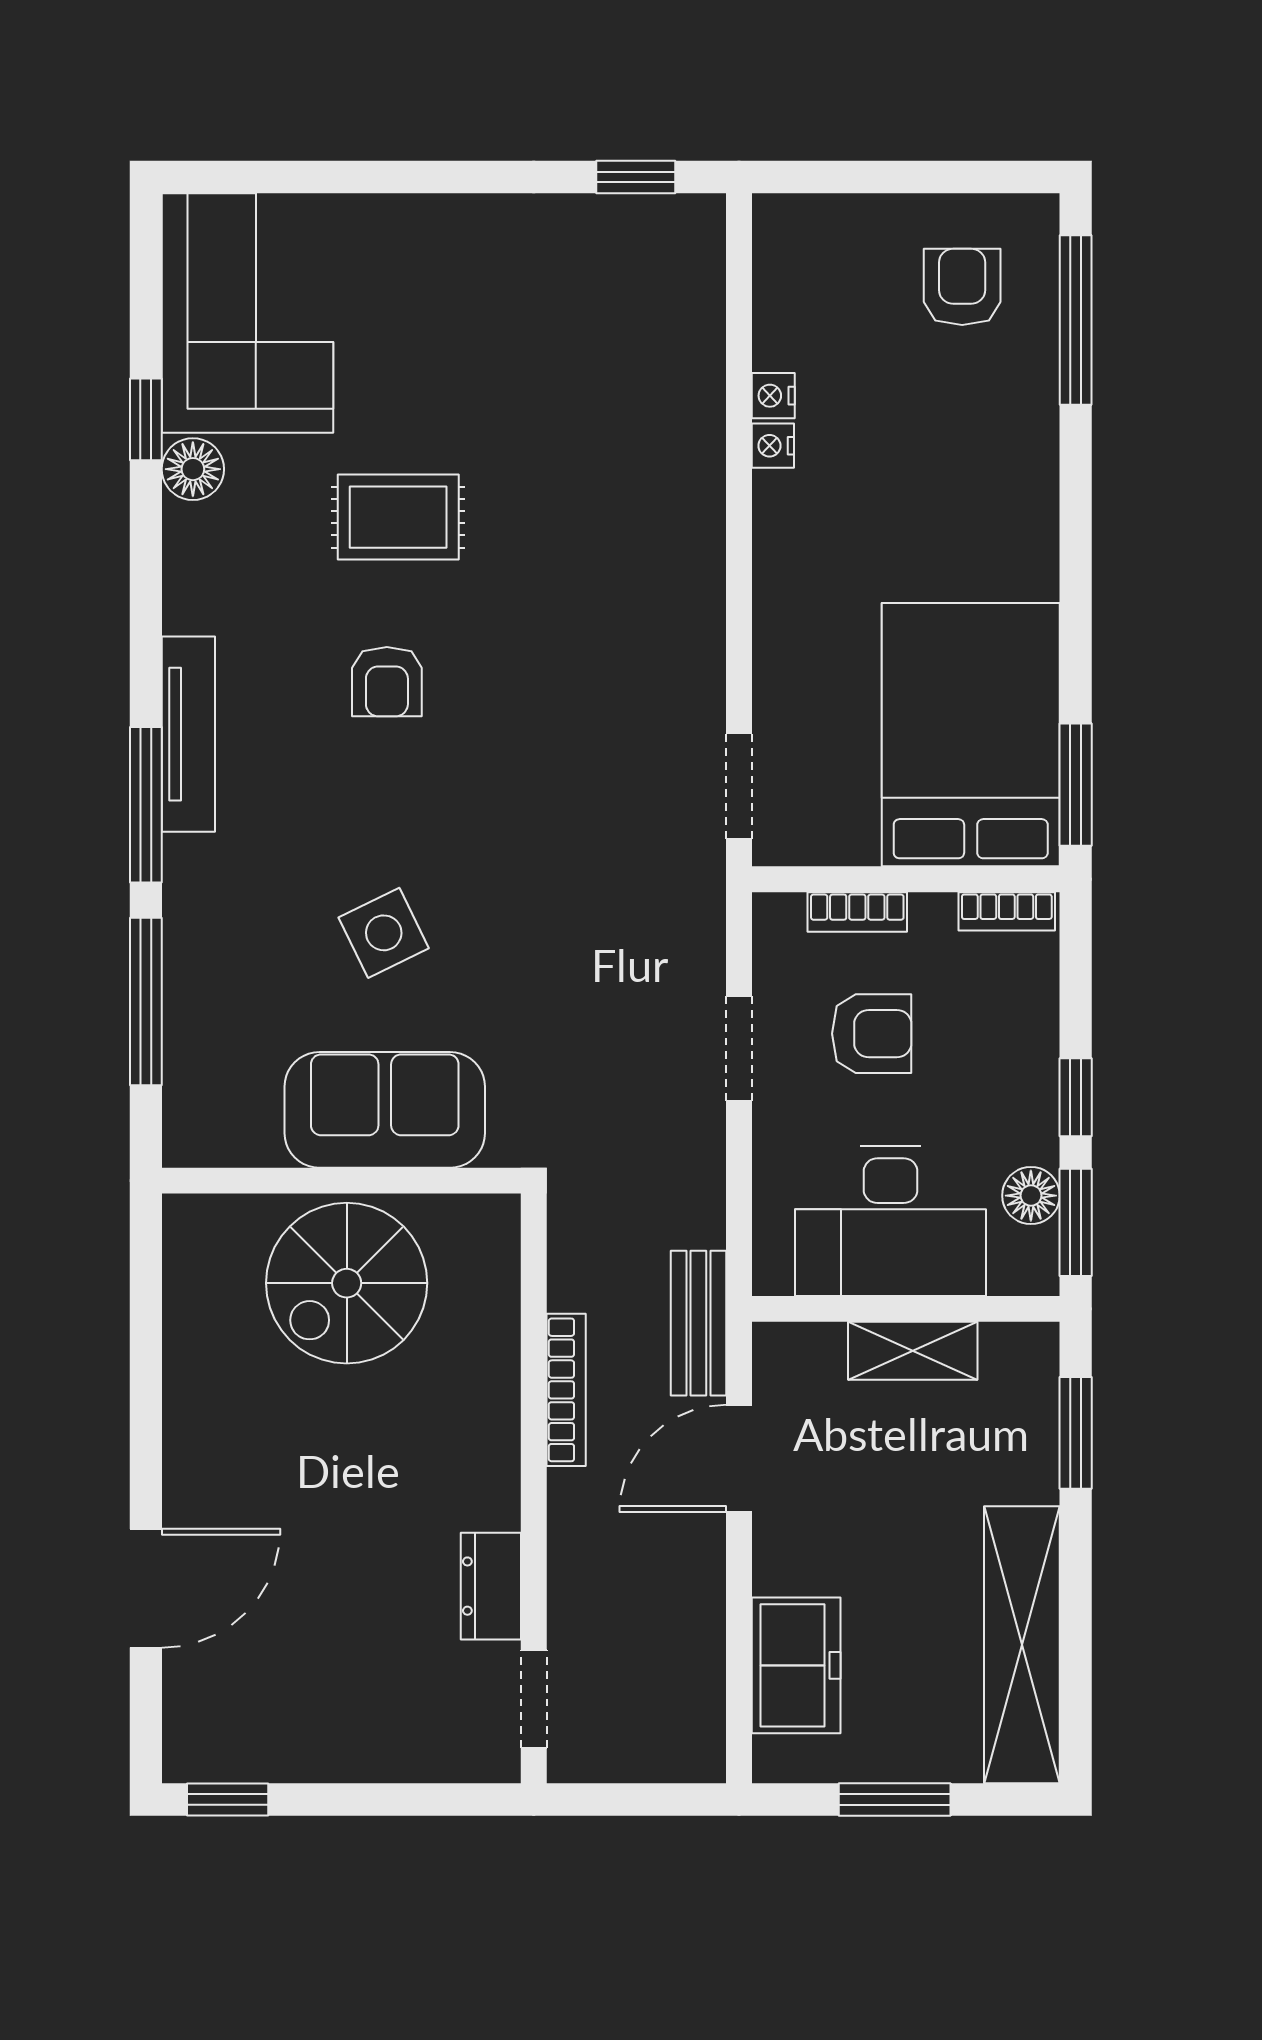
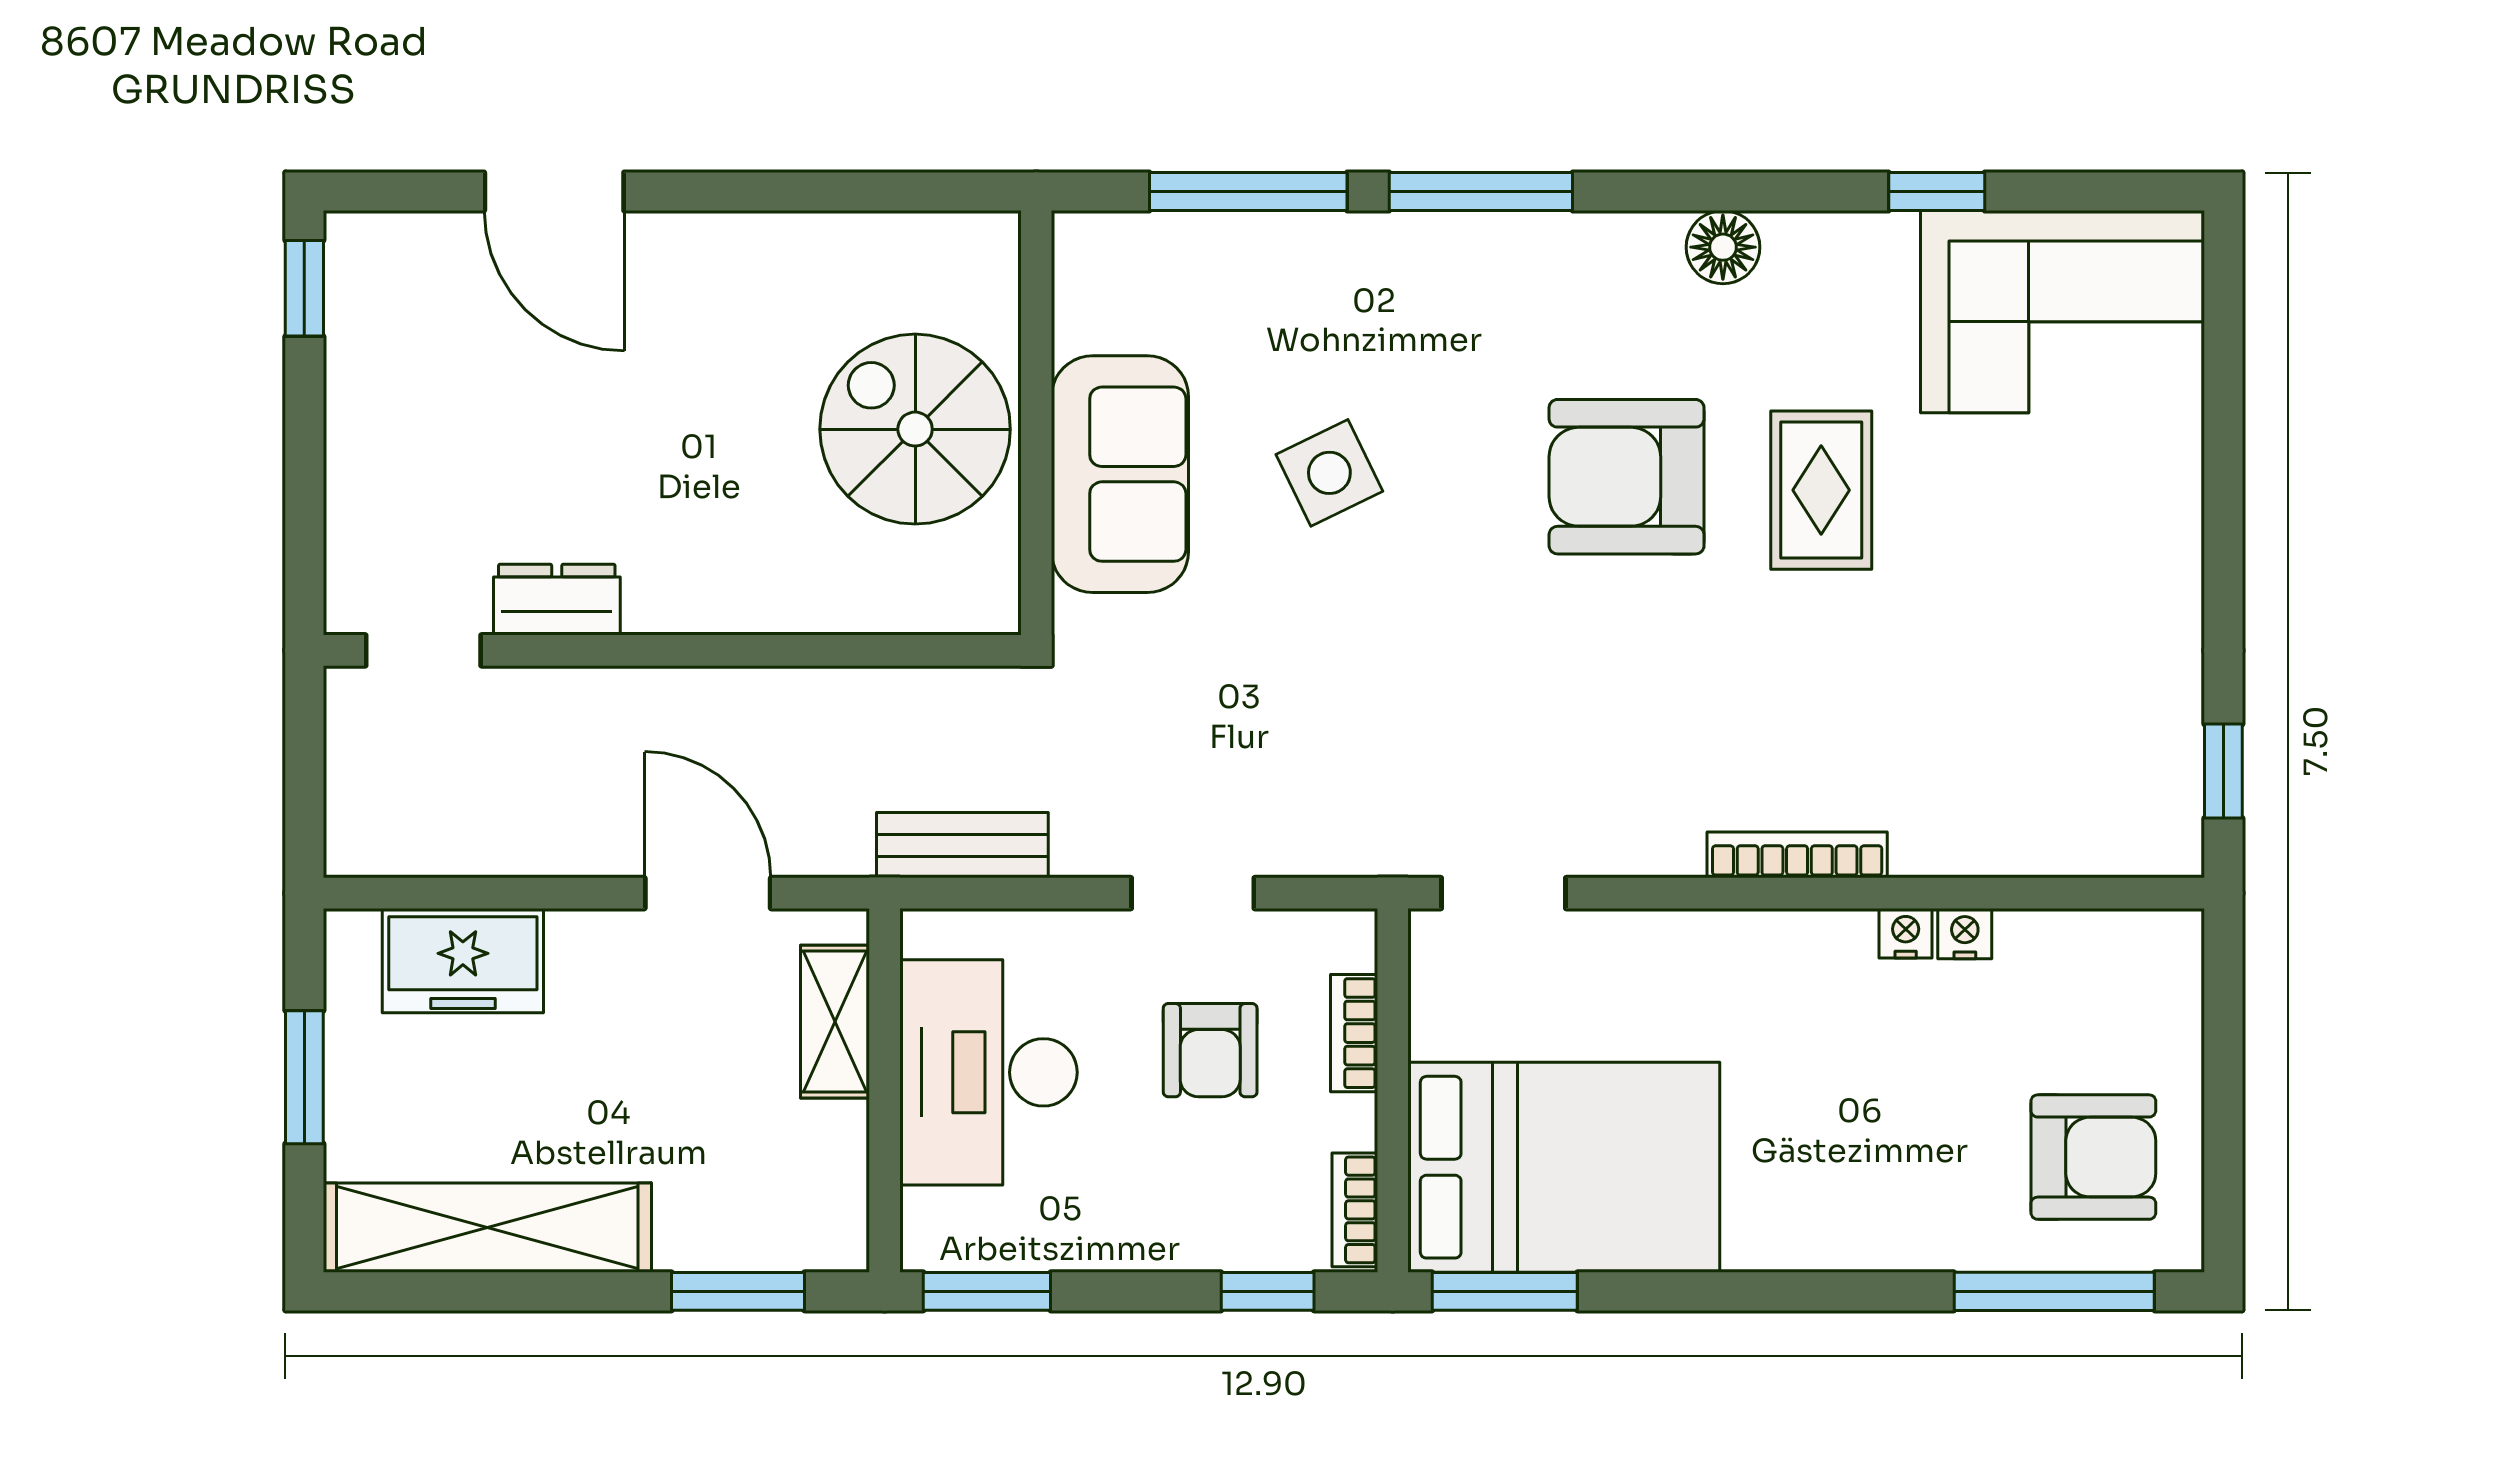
armchair: (962, 287) -> (2093, 1157), width x1.38, depth x1.38
floor lamp: (193, 469) -> (1723, 247), moved
armchair: (387, 682) -> (1627, 477), width x1.88, depth x1.88
tv unit: (188, 734) -> (1565, 242), removed
window: (1076, 1097) -> (1268, 1291), moved
floor lamp: (1031, 1196) -> (1019, 1238), removed
bench: (698, 1323) -> (962, 845), moved
shelving: (913, 1351) -> (835, 1022), moved
bookcase: (566, 1390) -> (1797, 855), moved, turned 180

